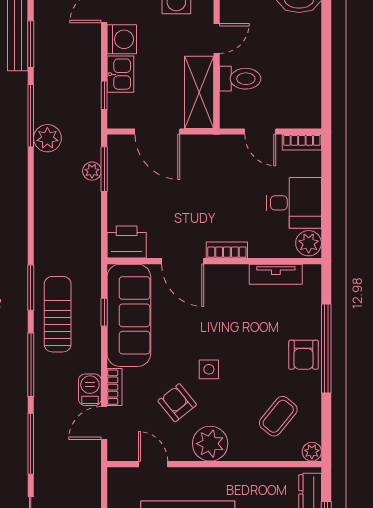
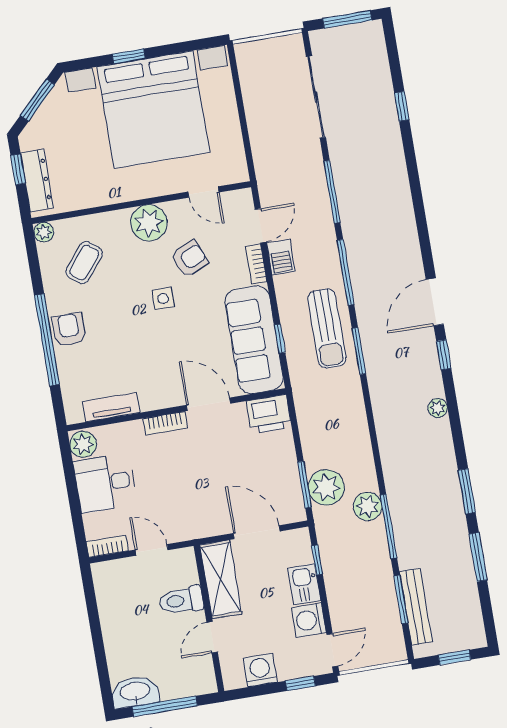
plant: (92, 171) -> (326, 487), width x1.87, depth x1.87
armchair: (177, 403) -> (190, 259), turned -75

